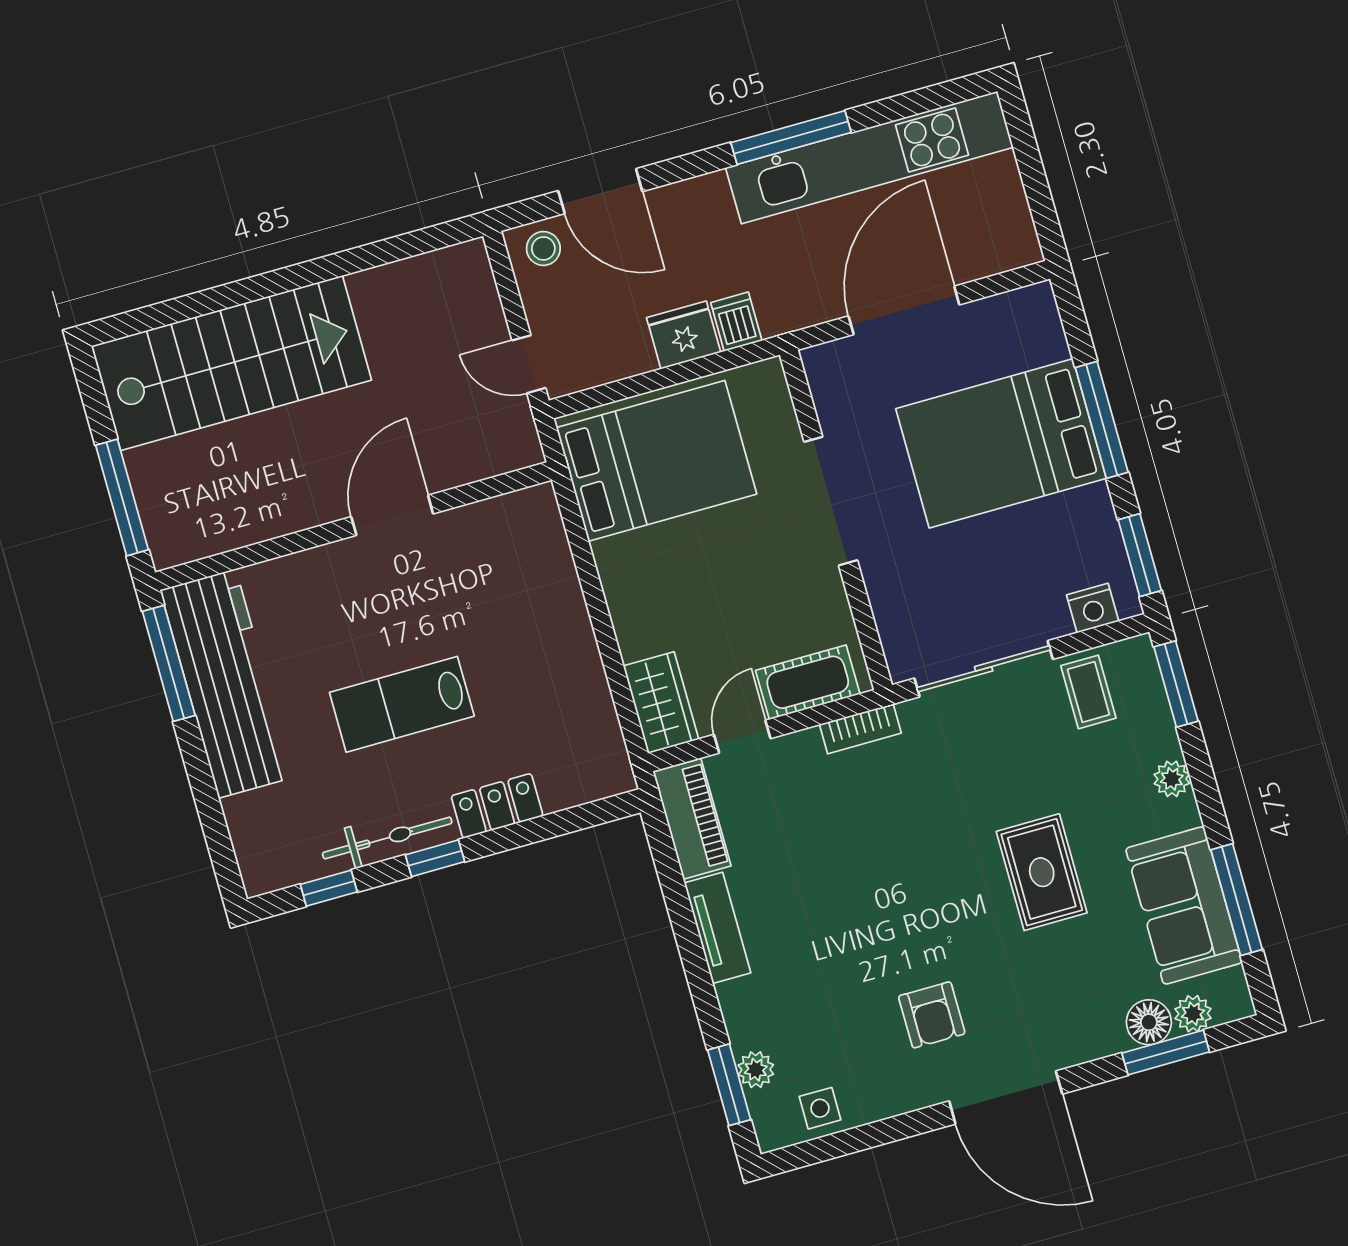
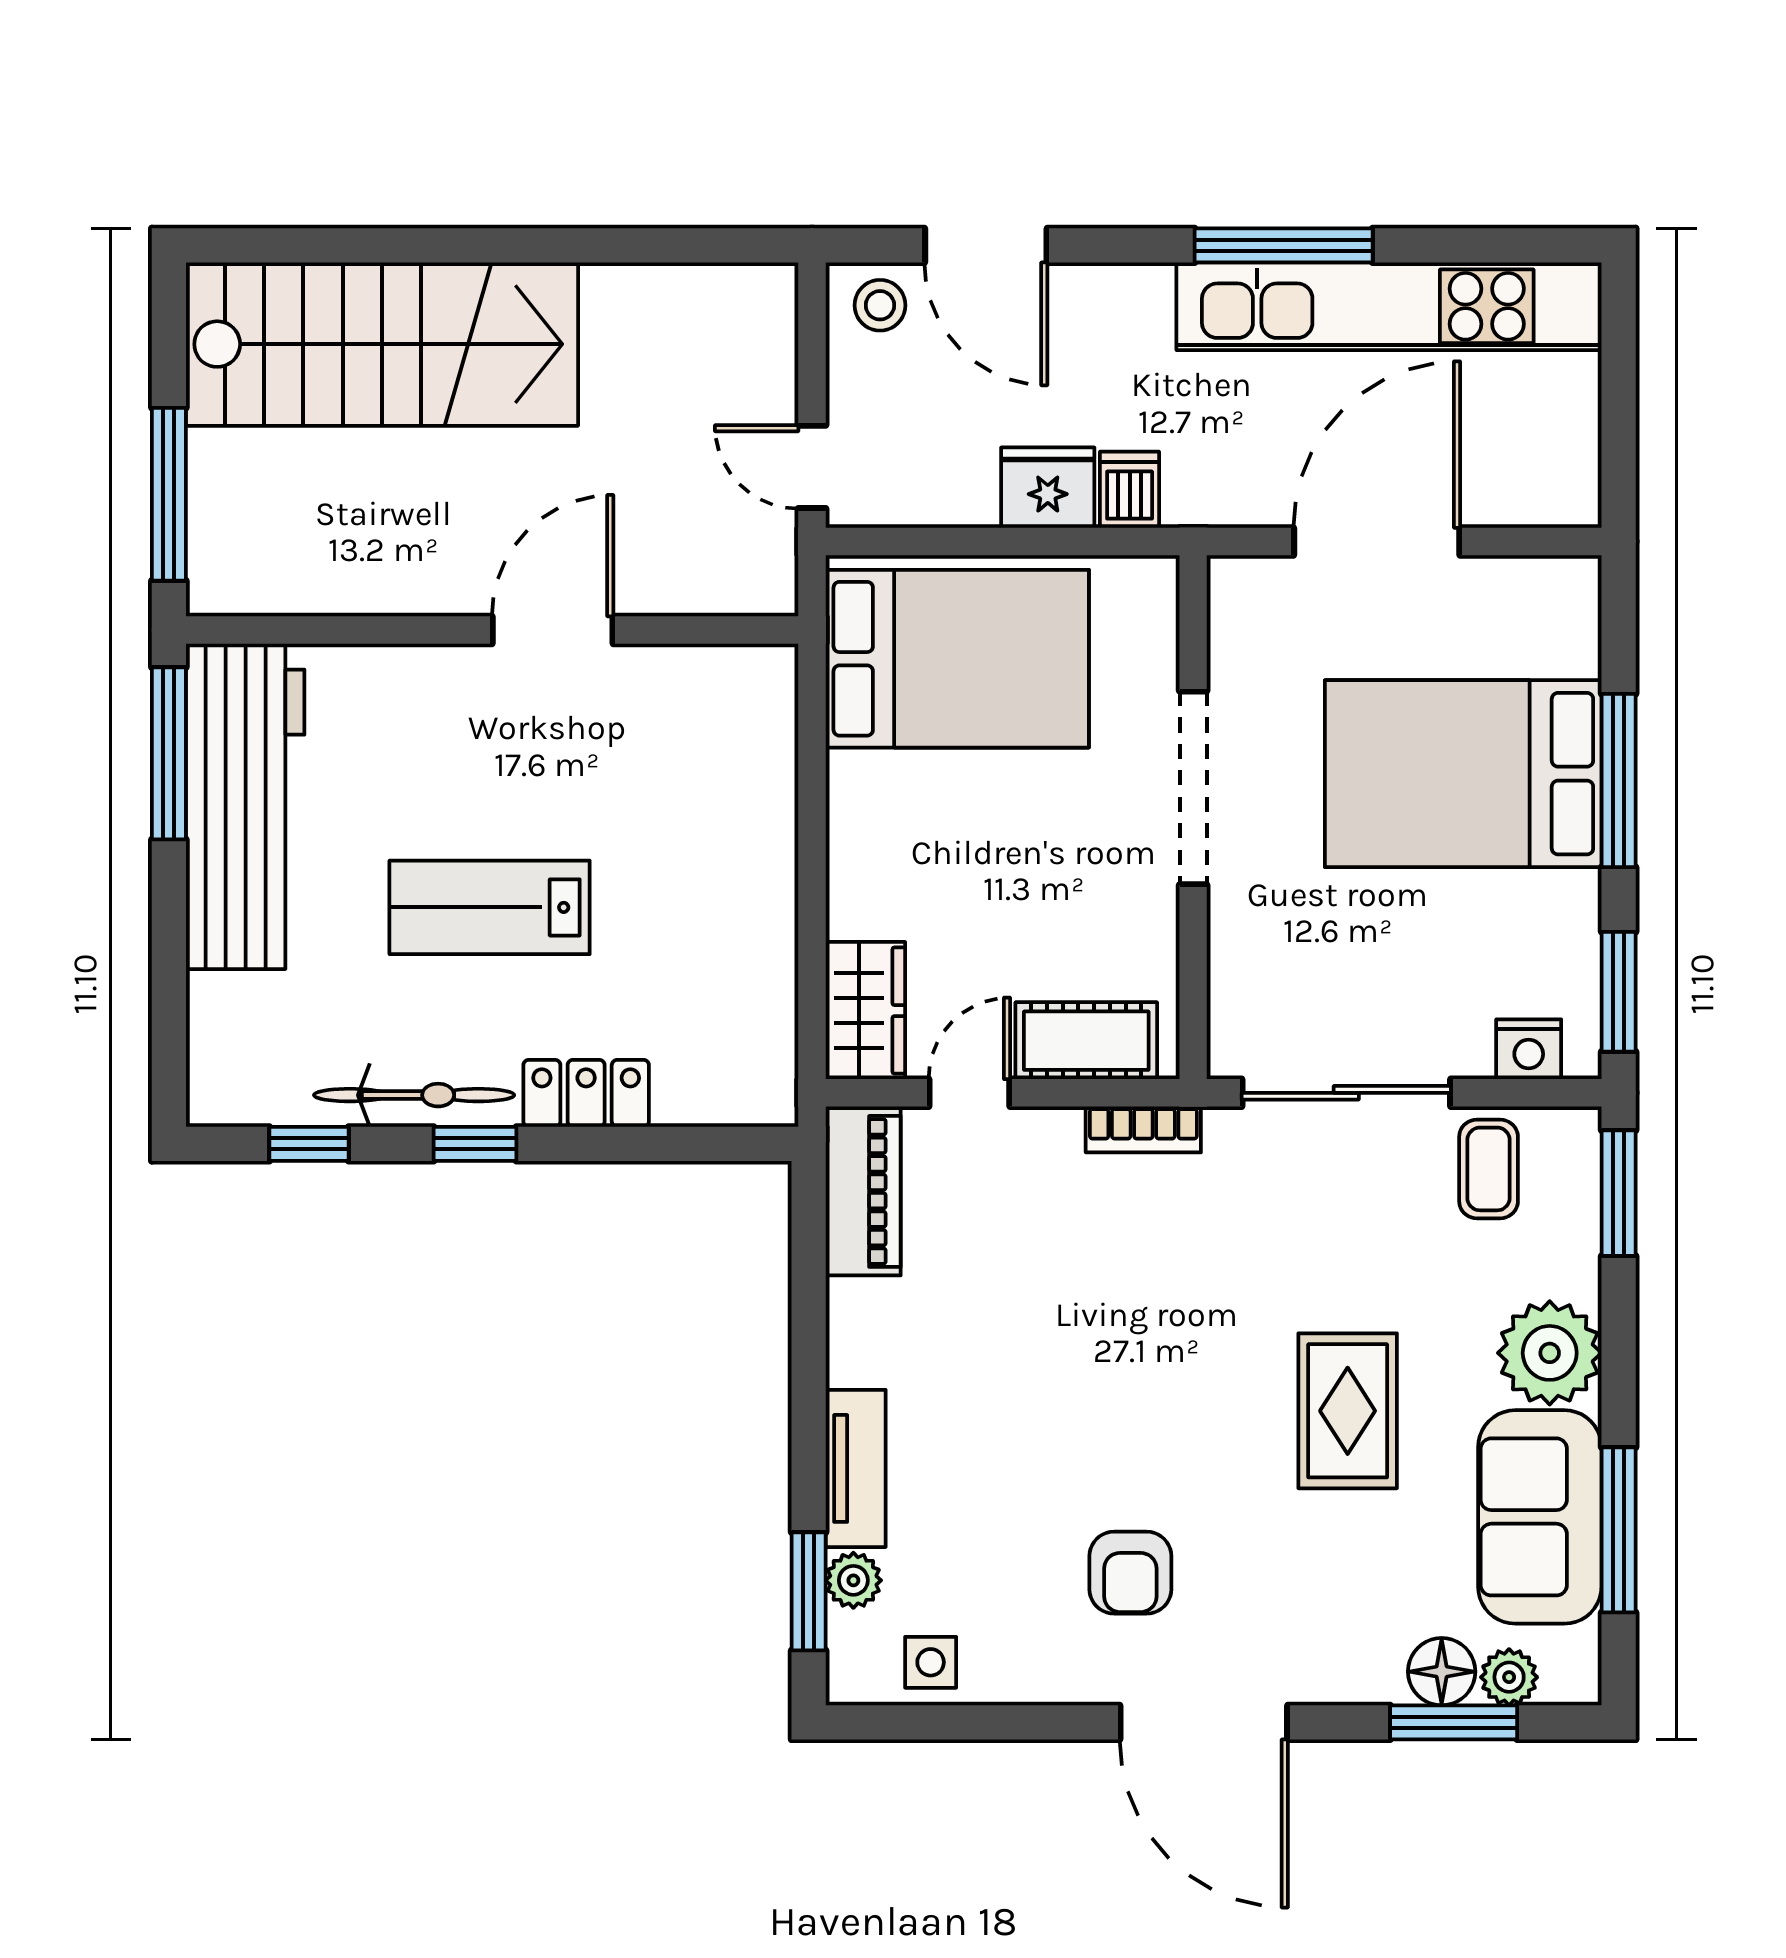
plant: (1172, 779) -> (1550, 1353), width x1.87, depth x1.87
tv unit: (717, 928) -> (856, 1468), moved

